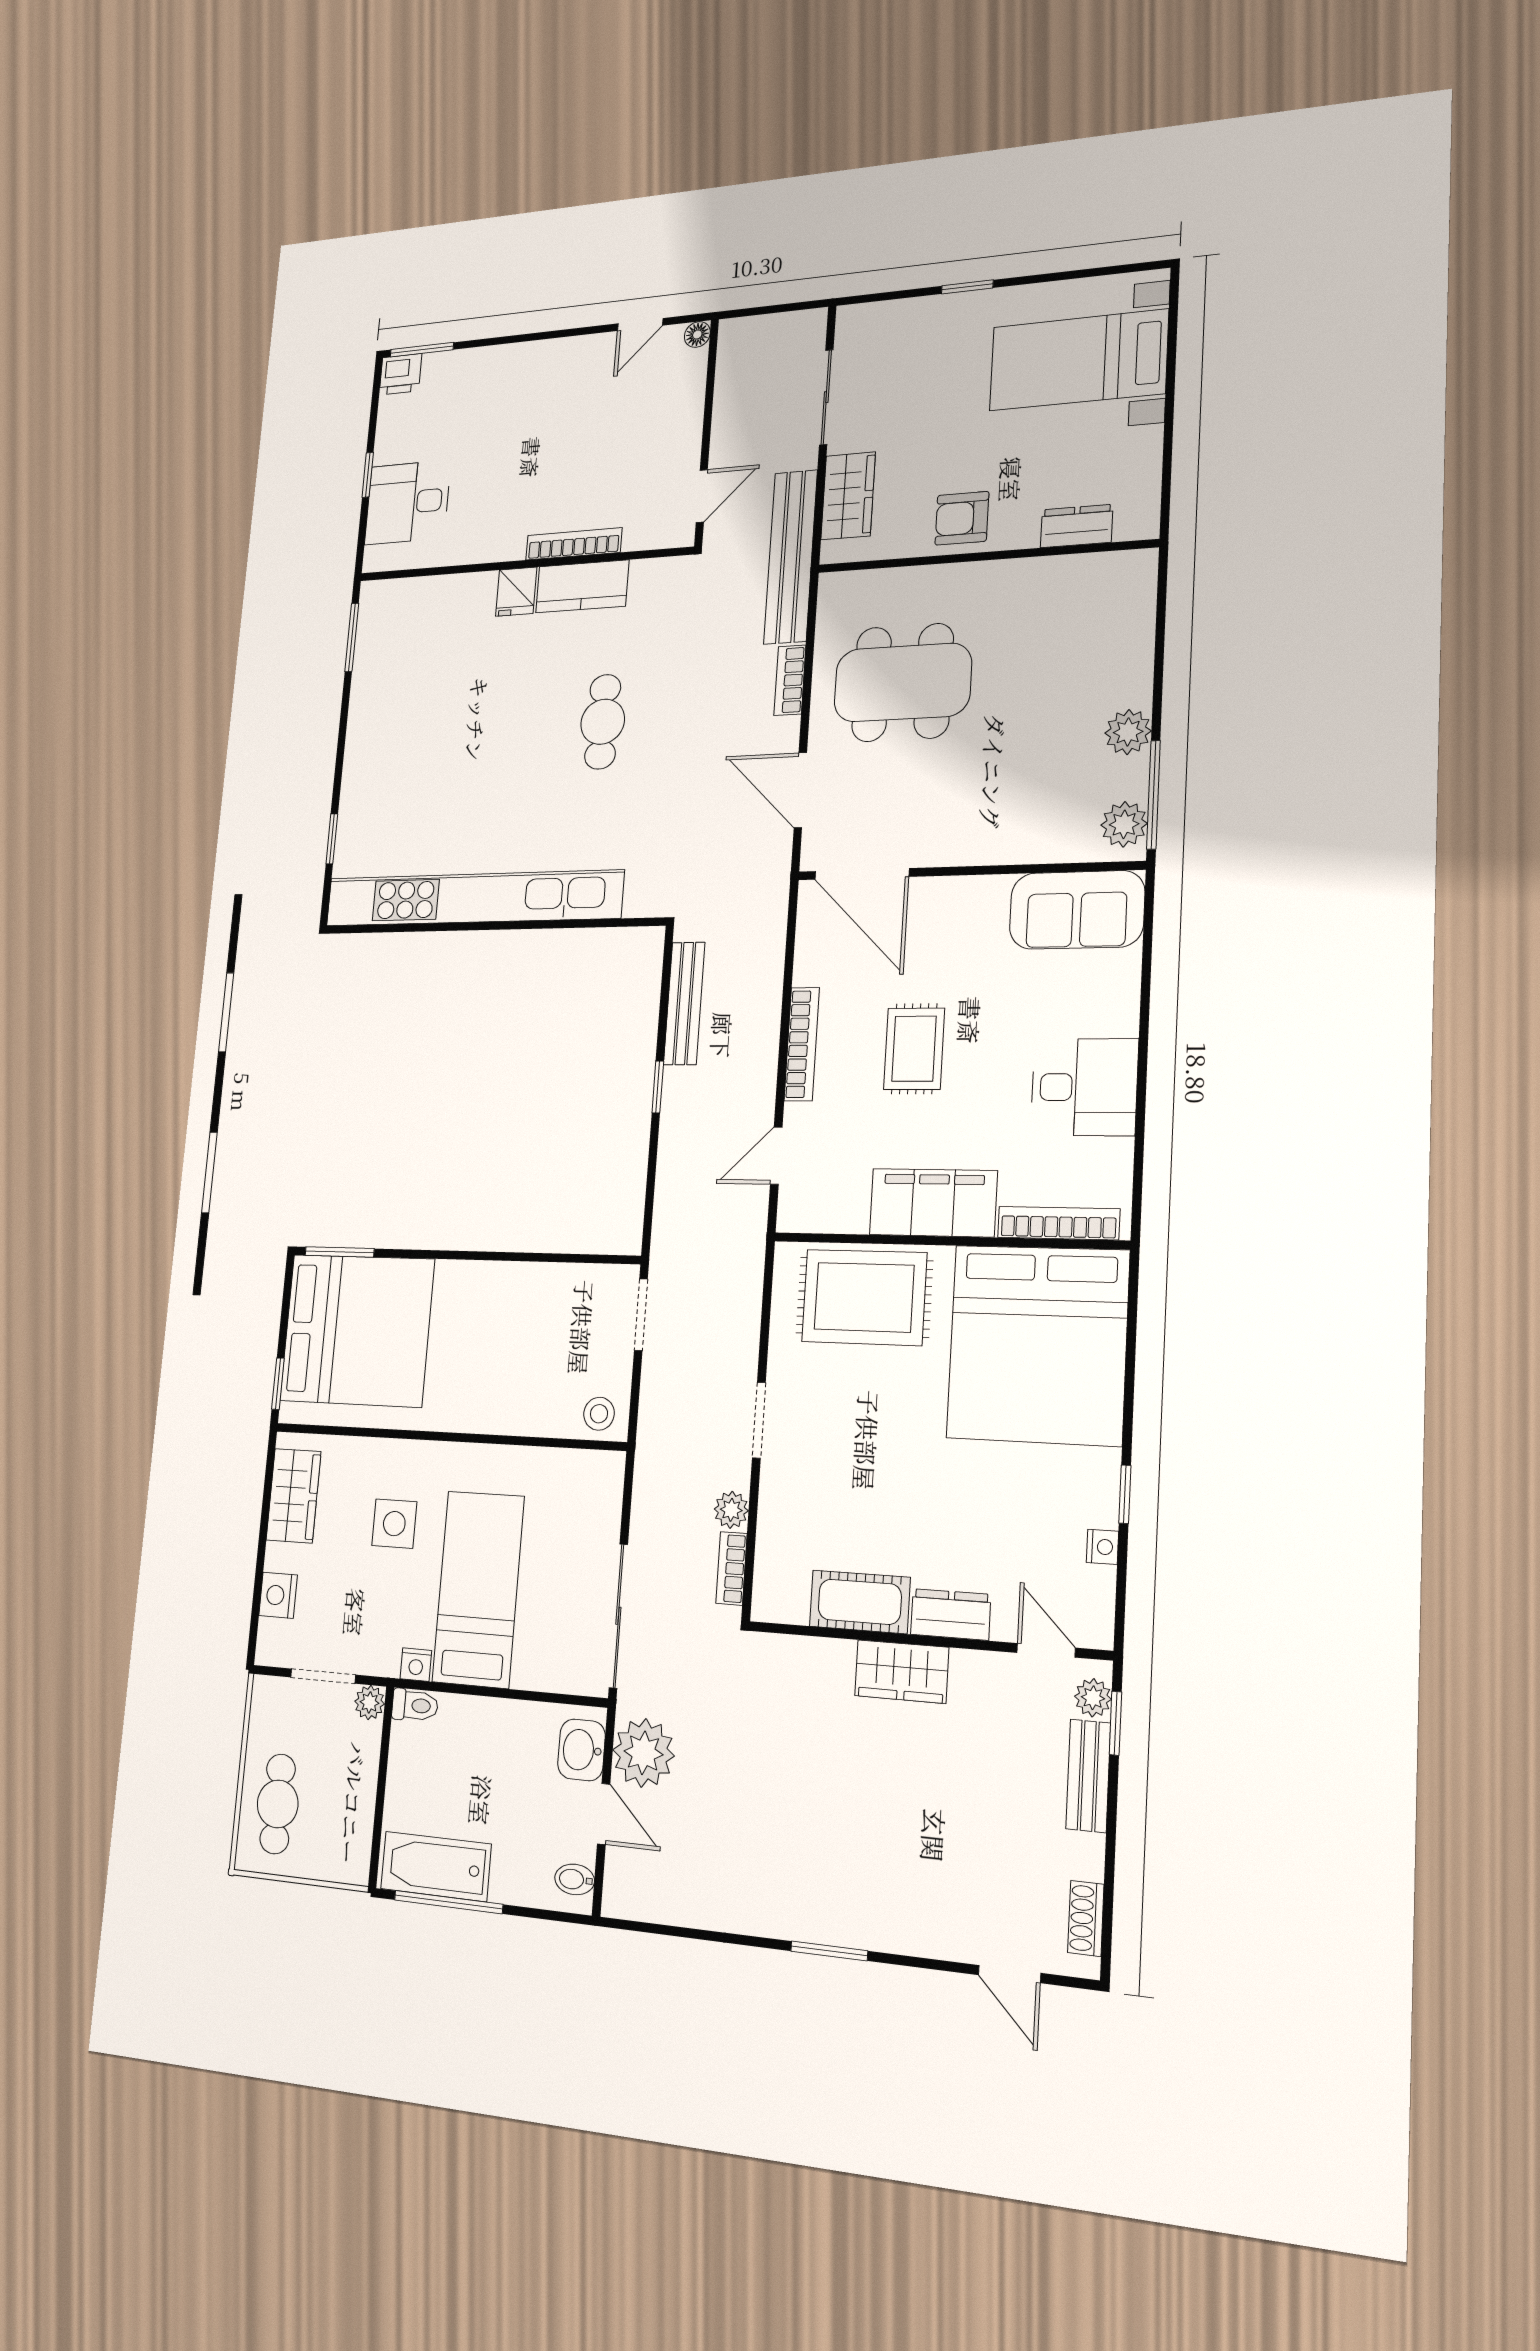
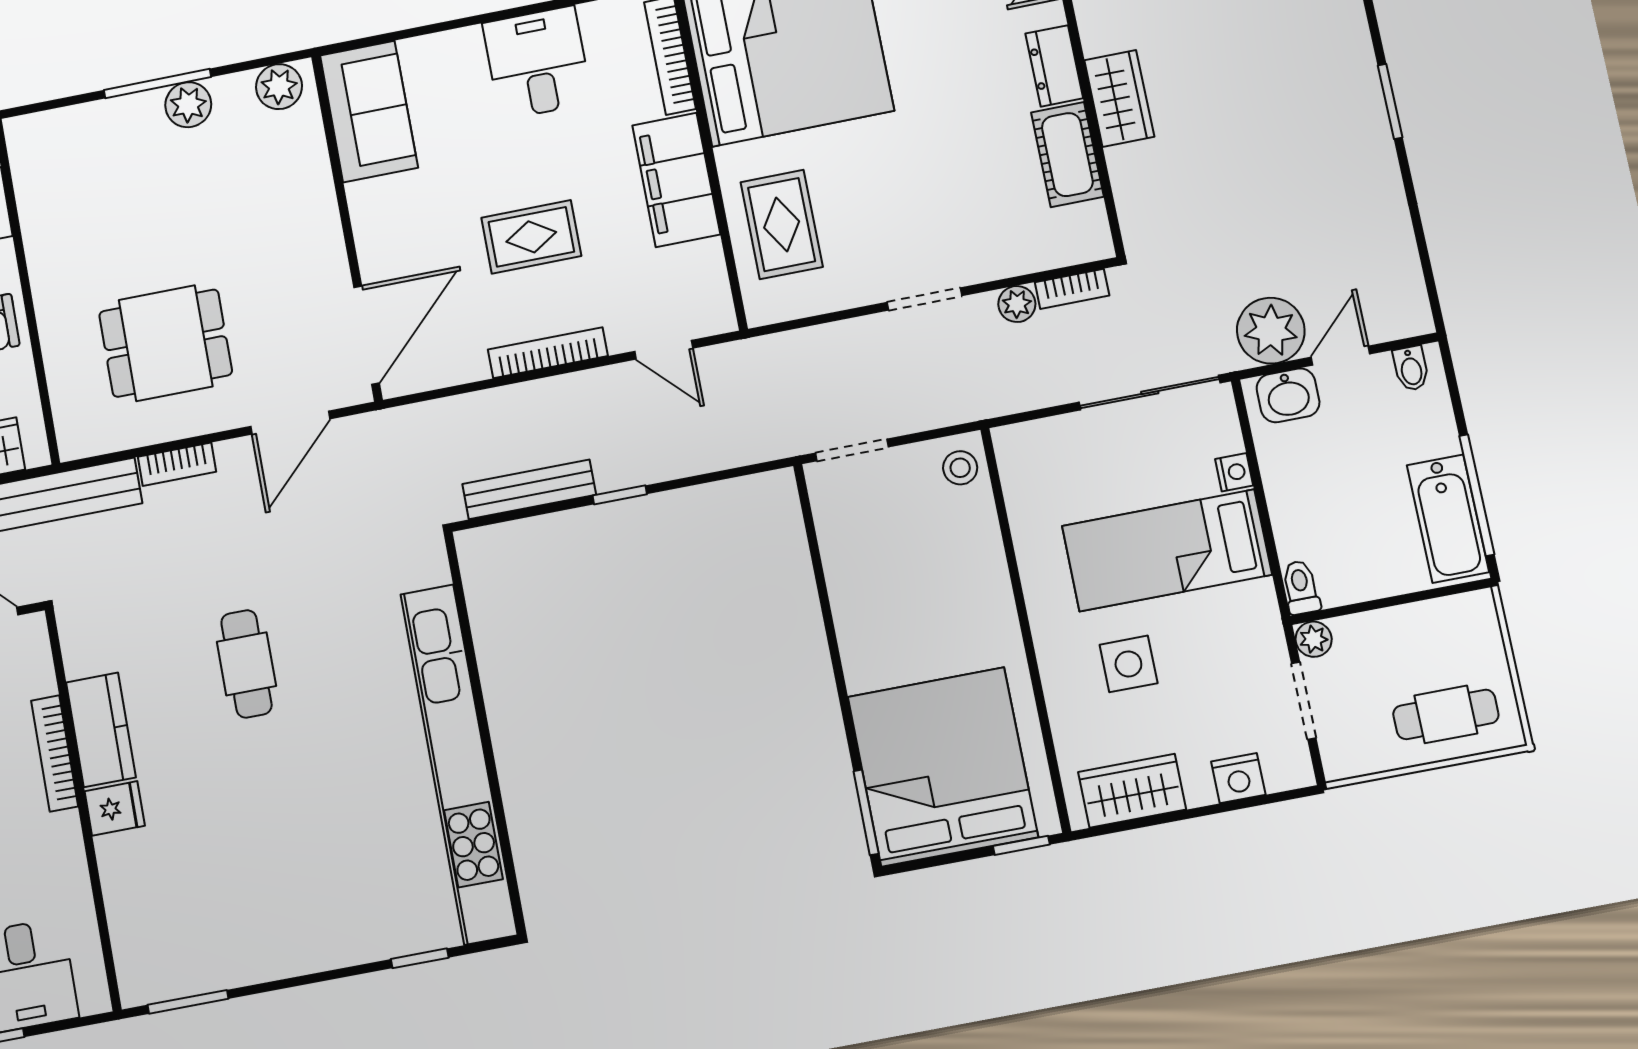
dining table: (903, 683) -> (166, 343), width x0.73
cafe table: (603, 722) -> (246, 664), turned 90
window: (1153, 795) -> (157, 83), moved
rug: (864, 1297) -> (782, 224), width x0.73, depth x0.70
nightstand: (416, 1665) -> (1234, 472), moved

